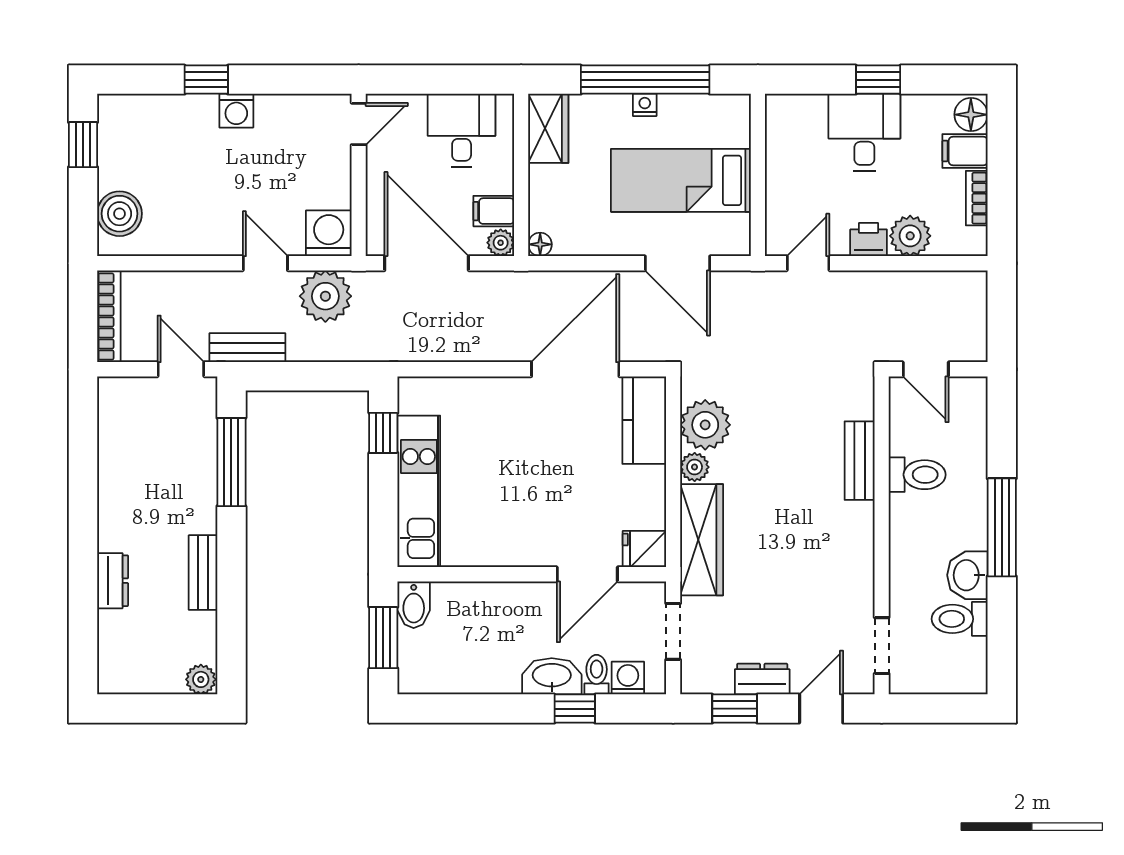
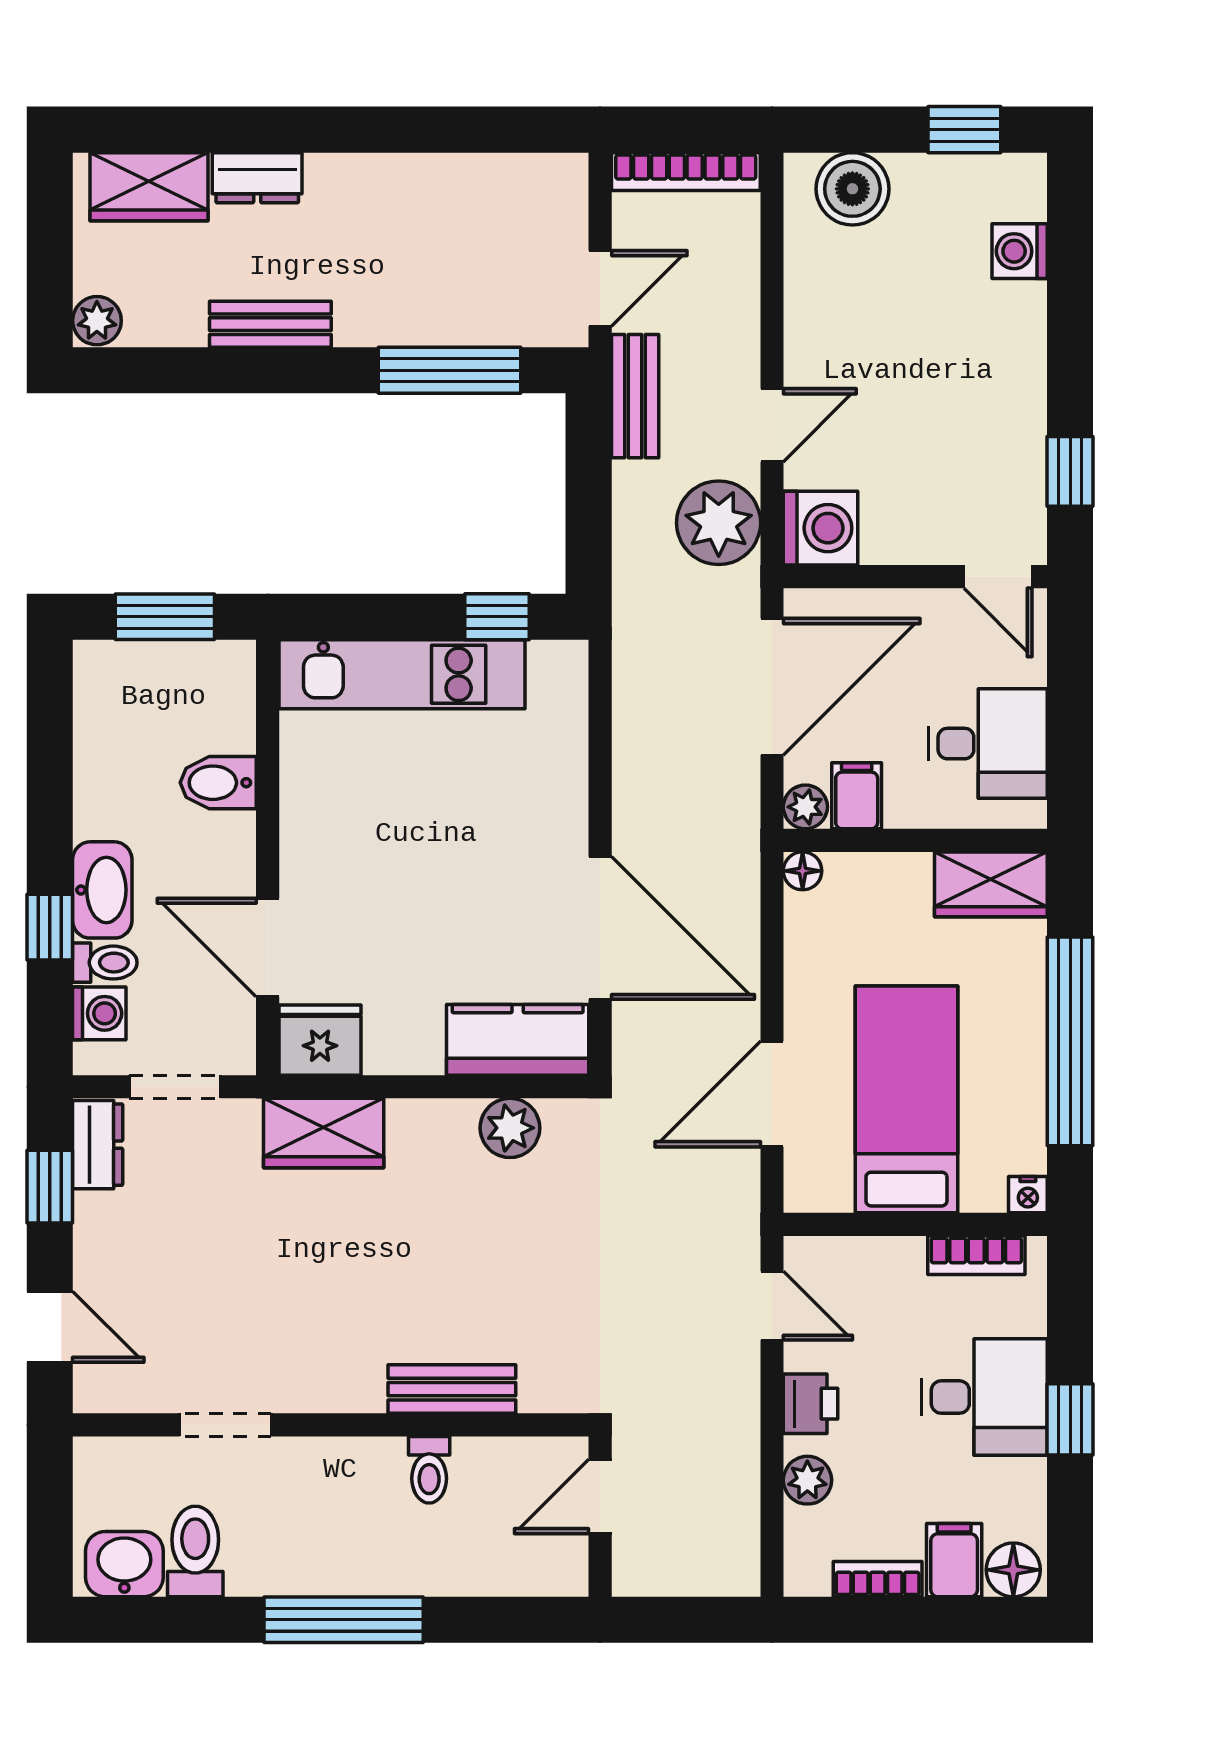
window: (206, 80) -> (1070, 471), moved
nightstand: (645, 105) -> (1028, 1195), moved, turned 90
washing machine: (236, 111) -> (1020, 251), moved
bookcase: (777, 137) -> (976, 1255), added
plant: (910, 236) -> (807, 1480), width x0.73, depth x0.73
plant: (705, 425) -> (510, 1128), width x0.73, depth x0.73
plant: (695, 467) -> (442, 1121), removed
toilet: (917, 475) -> (429, 1470), width x0.73, depth x0.72
wardrobe: (702, 540) -> (324, 1133), width x0.67
fridge: (644, 549) -> (320, 1040), width x1.38
washbasin: (967, 575) -> (124, 1564), moved
bidet: (414, 605) -> (218, 783), moved
doorway: (882, 646) -> (225, 1425), moved
wardrobe: (118, 647) -> (149, 187), added
dresser: (762, 679) -> (98, 1145), moved

